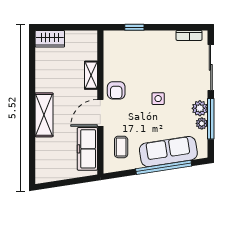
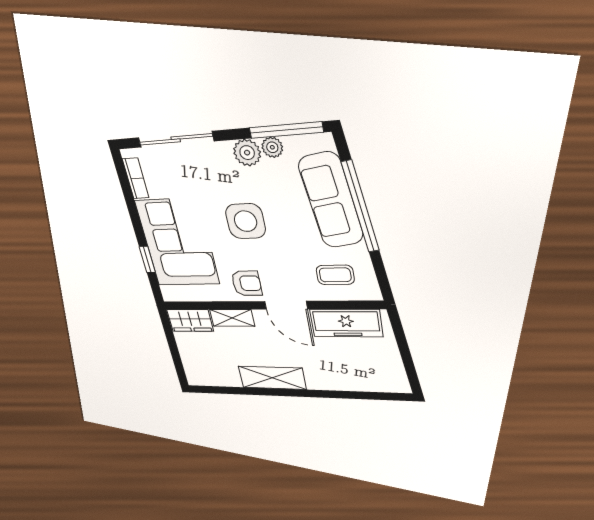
wardrobe: (50, 39) -> (190, 320), moved, turned 90
corner sofa: (146, 51) -> (178, 243), added
side table: (158, 99) -> (246, 221), width x1.87, depth x1.87
shelving: (44, 115) -> (272, 378), moved
window: (211, 119) -> (286, 130), moved

